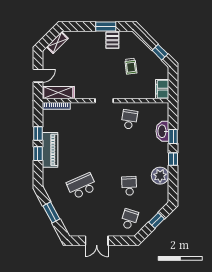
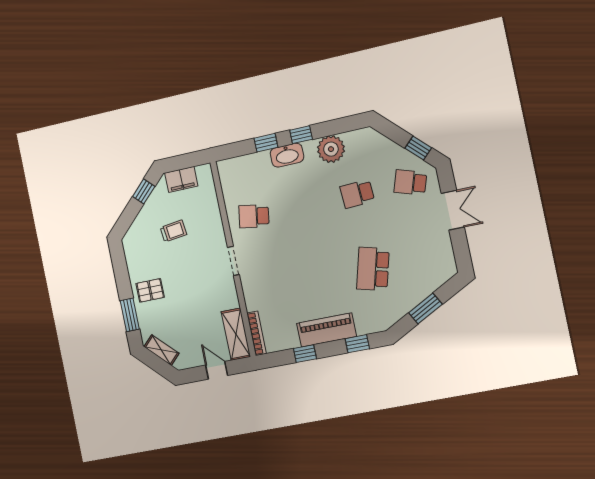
window: (106, 26) -> (130, 315), moved
pallet: (112, 40) -> (150, 290), moved
filing cabinet: (162, 89) -> (181, 180), moved
washbasin: (162, 131) -> (287, 155), moved
window: (38, 154) -> (357, 344), moved
school desk: (82, 186) -> (373, 269), turned 39
window: (156, 221) -> (418, 148), moved
double door: (97, 241) -> (453, 210), moved

